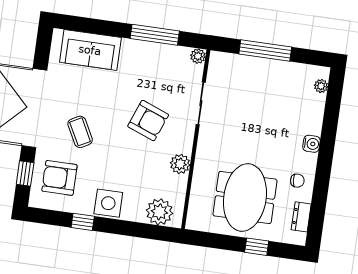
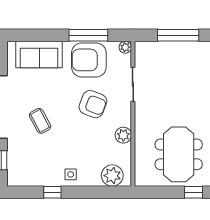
armchair: (59, 178) -> (89, 60), moved, width x1.36, depth x1.36
side table: (108, 203) -> (71, 174), width x0.54, depth x0.54

